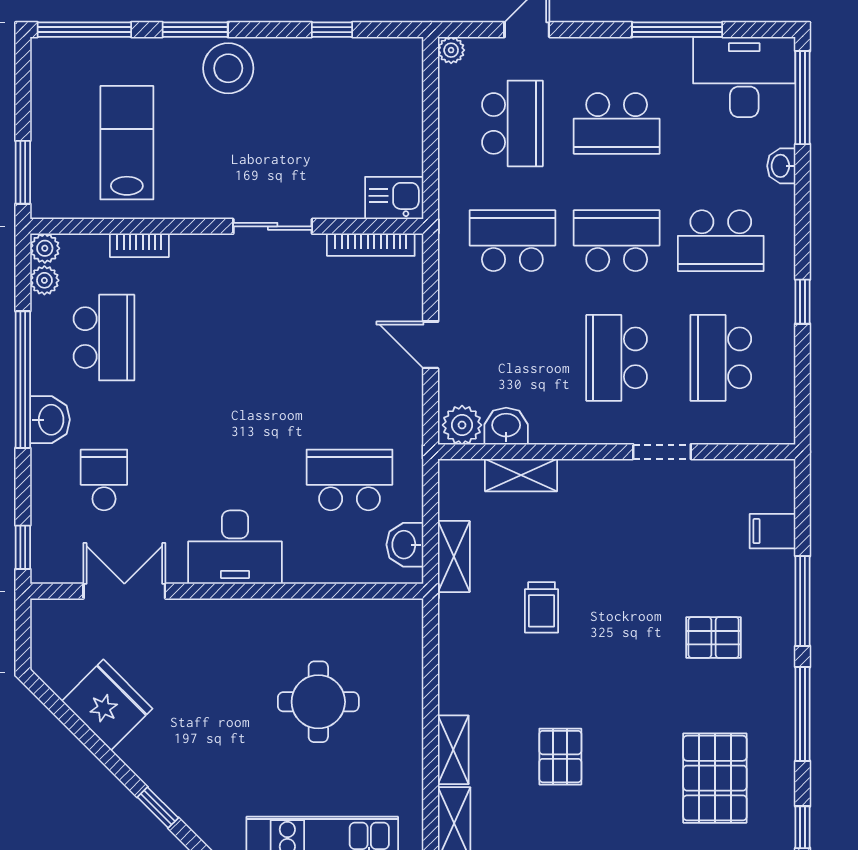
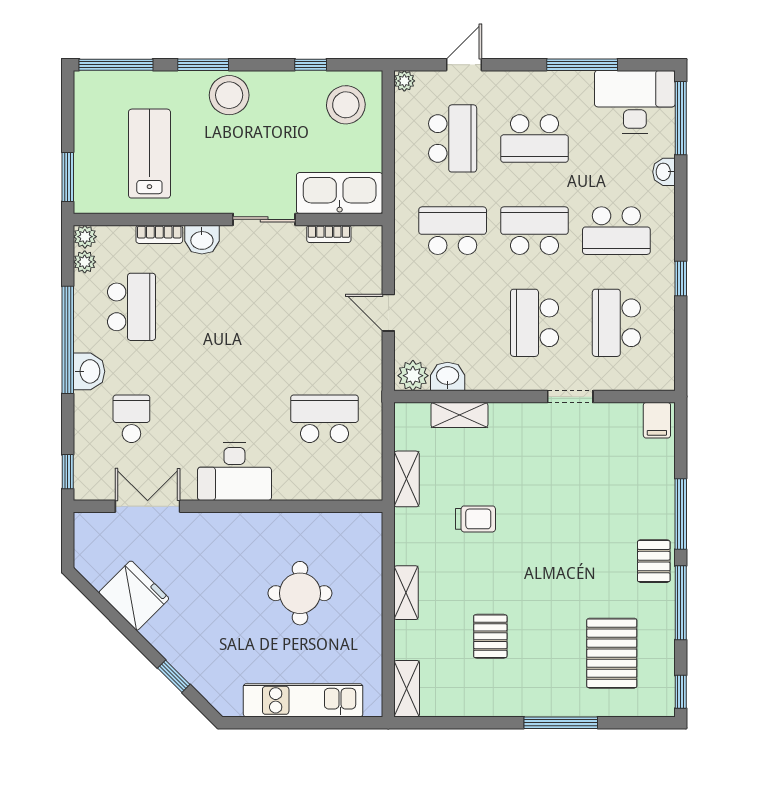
stool: (377, 81) -> (346, 105), added
kitchen sink: (394, 198) -> (340, 193), width x1.88, depth x1.24
bookcase: (371, 245) -> (329, 234), width x0.64
filing cabinet: (773, 531) -> (657, 420), moved, turned -90
washbasin: (405, 545) -> (202, 240), moved, turned -90
trolley: (542, 607) -> (475, 519), turned -90
pallet: (714, 637) -> (654, 561), moved, turned 90
shelving: (453, 750) -> (406, 593), moved

